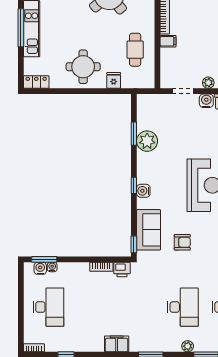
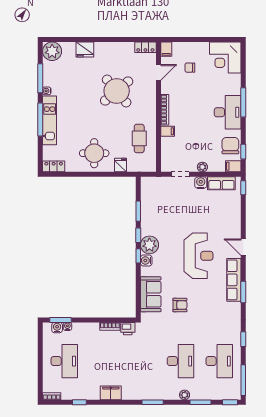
plant: (147, 141) -> (149, 245), moved
window: (134, 244) -> (138, 235), moved
filing cabinet: (117, 344) -> (111, 393), moved

